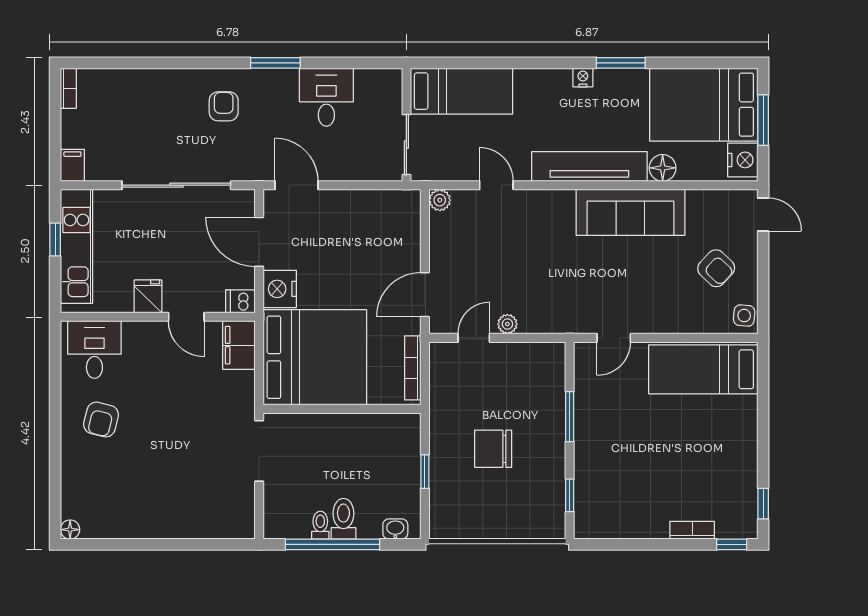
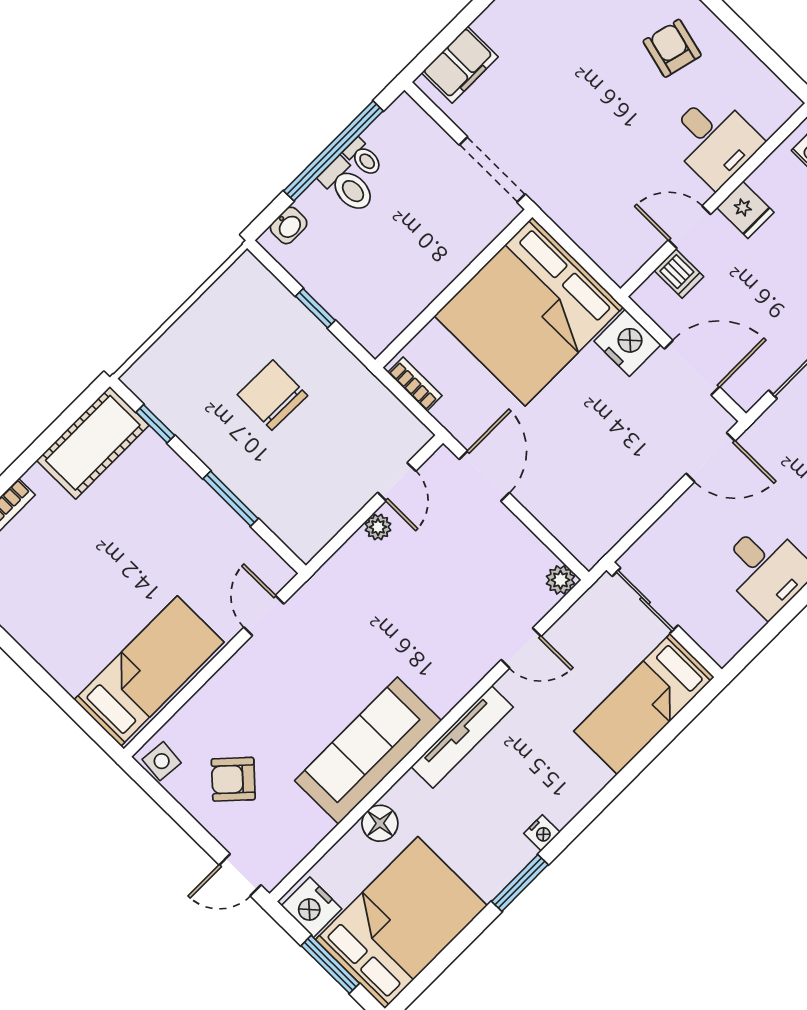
tv unit: (589, 166) -> (462, 737), width x0.73, depth x0.78
dishwasher: (240, 301) -> (679, 274), moved, turned 90
filing cabinet: (239, 345) -> (460, 65), moved, turned 90
desk: (94, 350) -> (714, 140), moved
bookcase: (413, 368) -> (415, 384), width x0.64
chair: (493, 449) -> (272, 395), turned -89
cot: (612, 519) -> (93, 443), added

